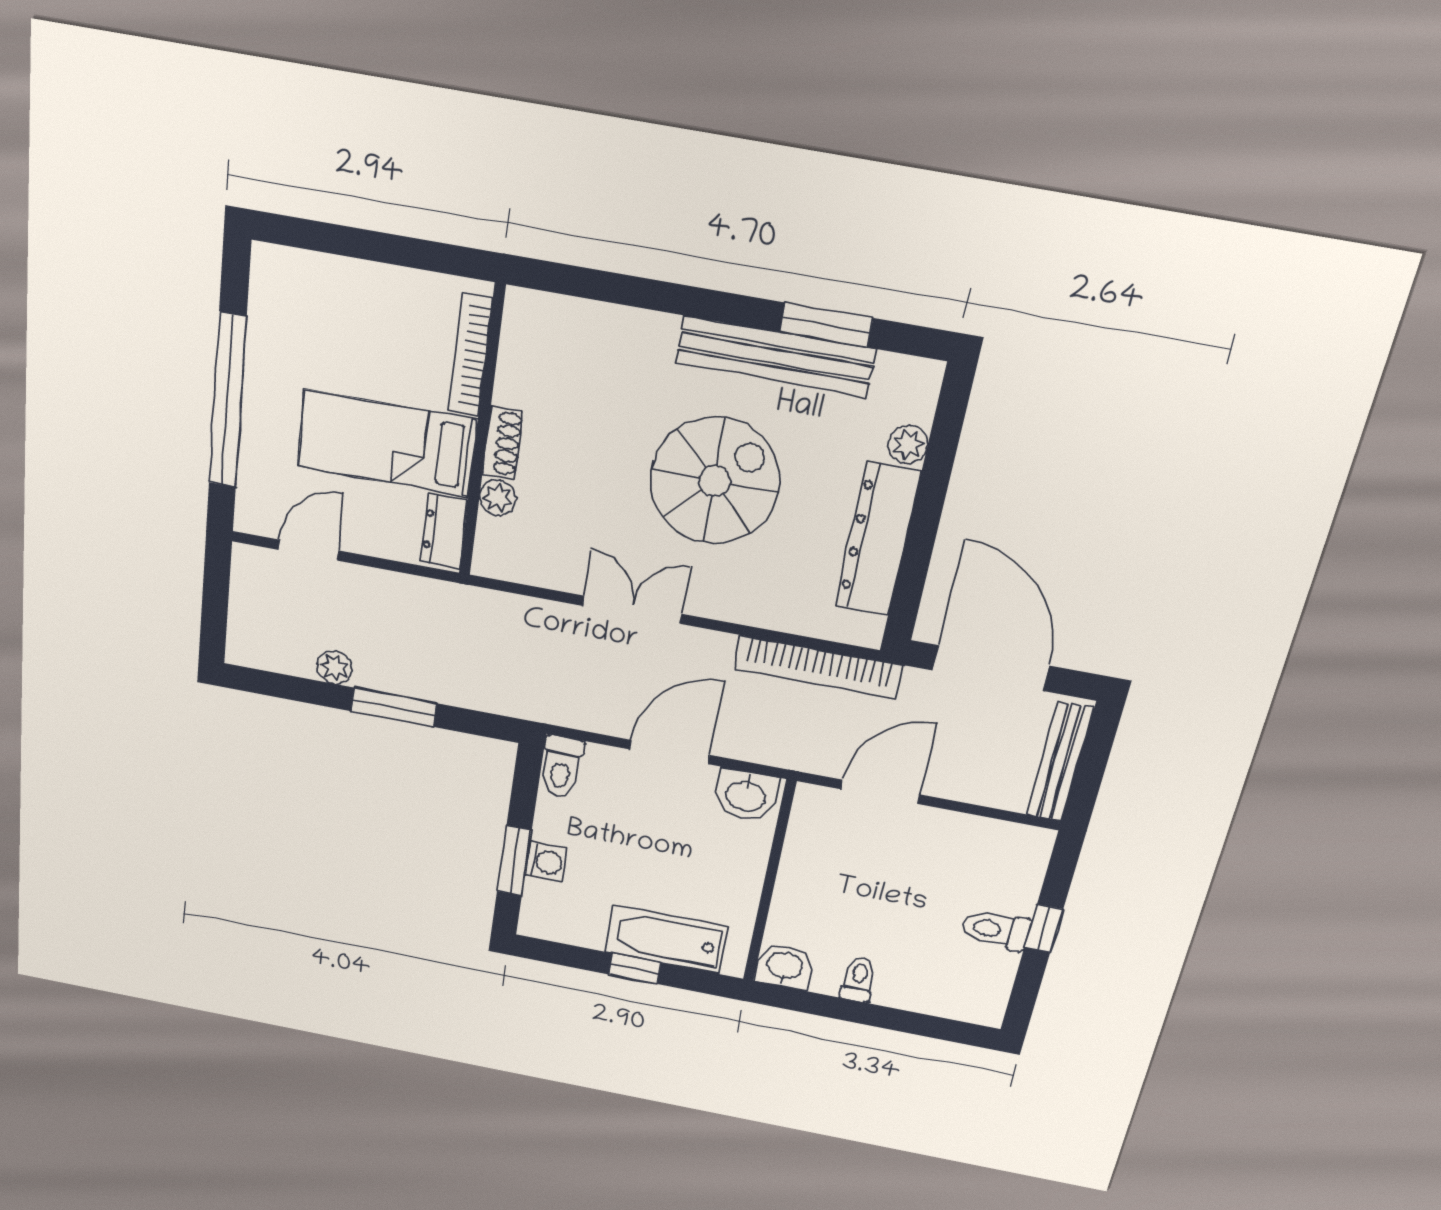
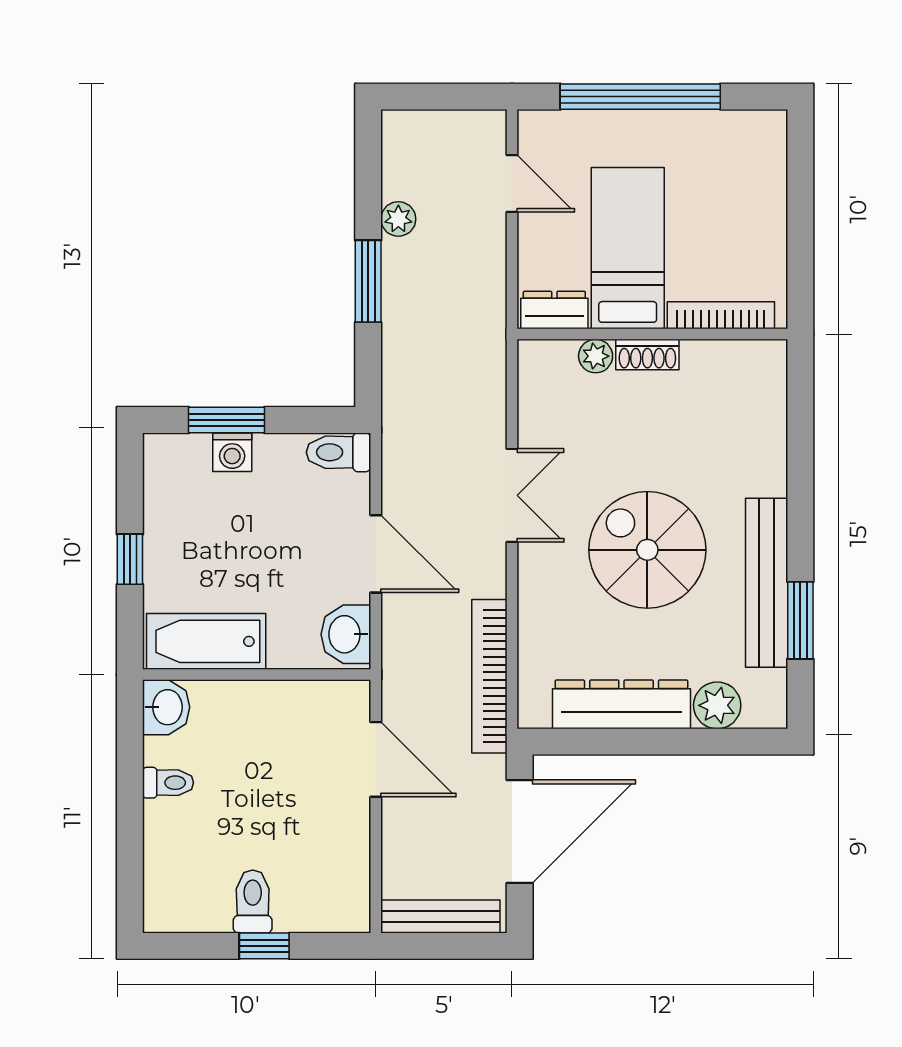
plant: (908, 444) -> (717, 705), width x1.38, depth x1.38
spiral stairs: (715, 481) -> (647, 550), turned 180
bathtub: (667, 940) -> (206, 641), moved, turned -90

